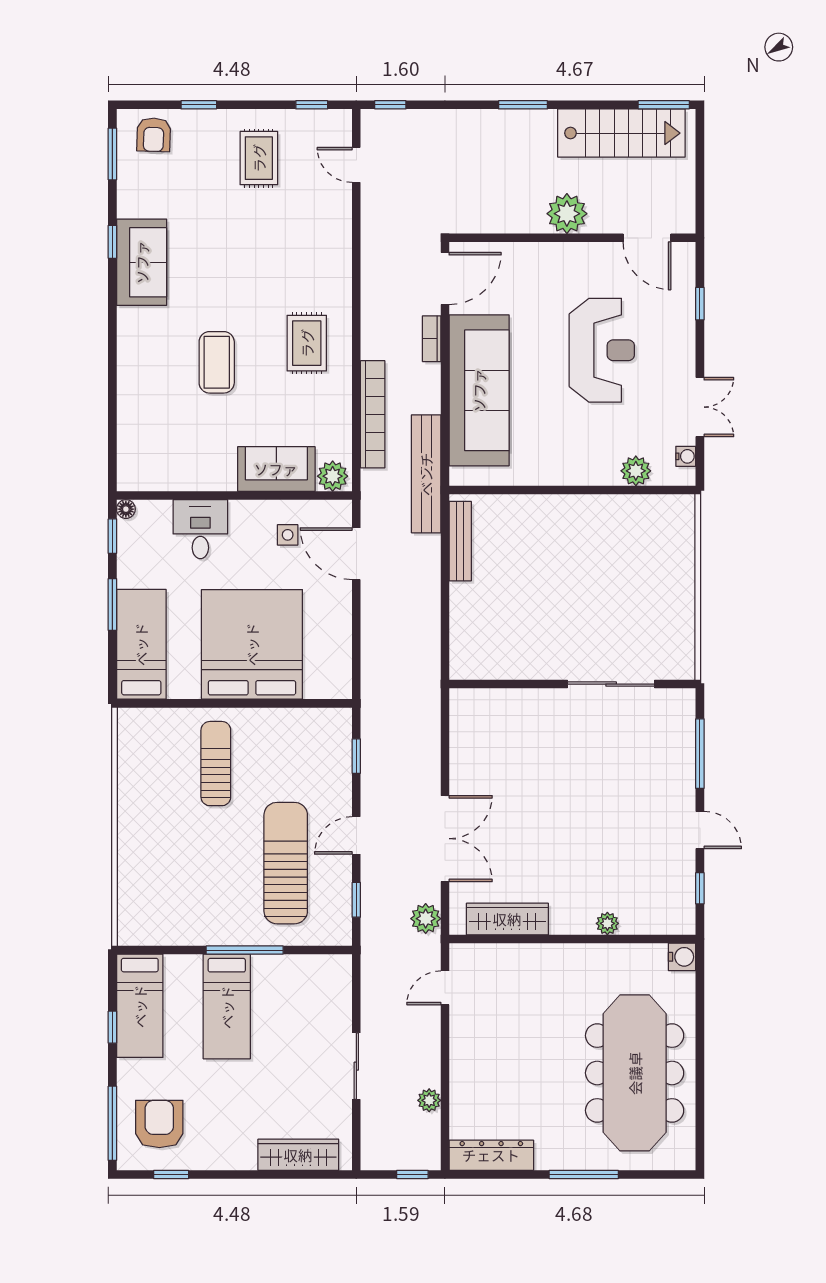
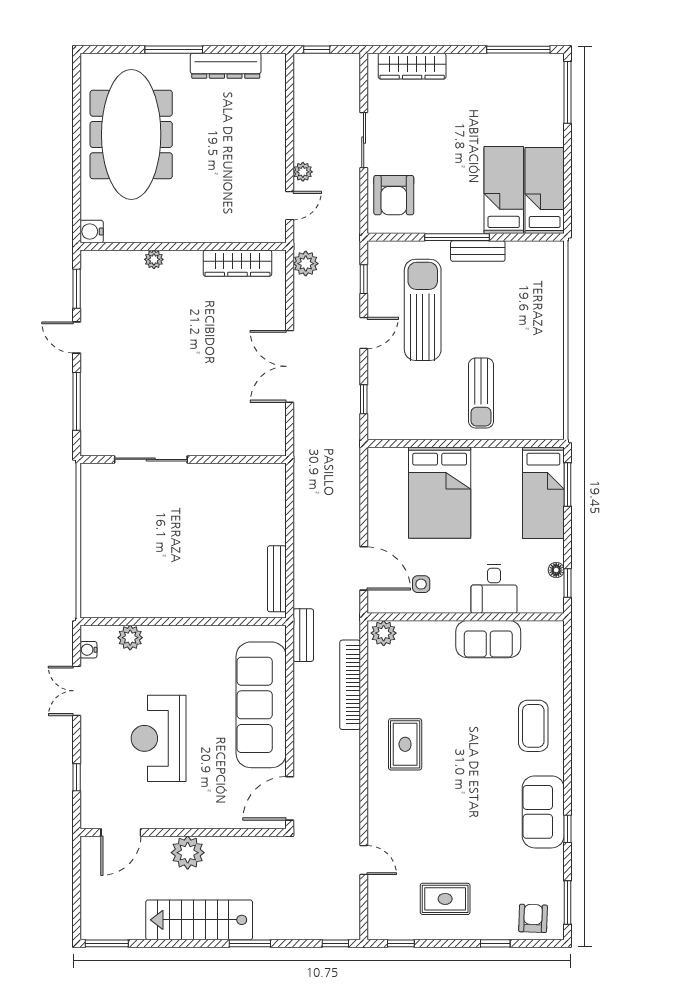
window: (523, 105) -> (250, 943), moved
stairs: (621, 133) -> (199, 920), moved
rug: (259, 158) -> (445, 899), turned 90
door: (356, 165) -> (364, 860), moved
door: (647, 238) -> (121, 832), swing flipped
bookcase: (432, 339) -> (301, 748), removed
coffee table: (217, 362) -> (533, 726), moved
sofa: (276, 469) -> (488, 639), moved
bench: (426, 474) -> (303, 635), width x0.54, depth x0.82
floor lamp: (126, 509) -> (556, 570), moved
window: (112, 605) -> (567, 485), moved
bed: (252, 644) -> (440, 493), width x0.73
double door: (445, 839) -> (290, 366), moved
sun lounger: (286, 863) -> (423, 310), turned 180
window: (700, 888) -> (77, 289), width x1.50
bench: (220, 933) -> (478, 251), added
bed: (227, 1007) -> (504, 190), moved
window: (112, 1027) -> (567, 173), removed
plant: (429, 1100) -> (303, 172), moved
armchair: (159, 1124) -> (394, 195), moved
dresser: (491, 1155) -> (226, 66), moved
window: (171, 1175) -> (518, 50), width x2.17

